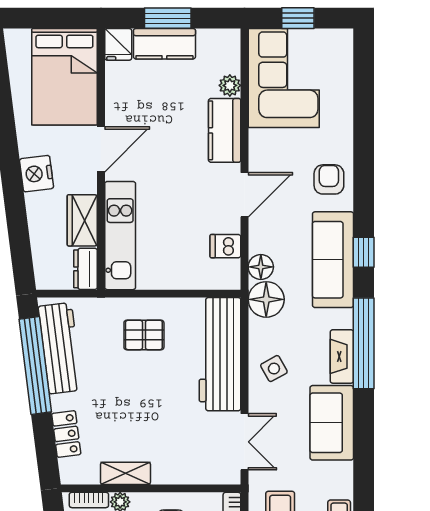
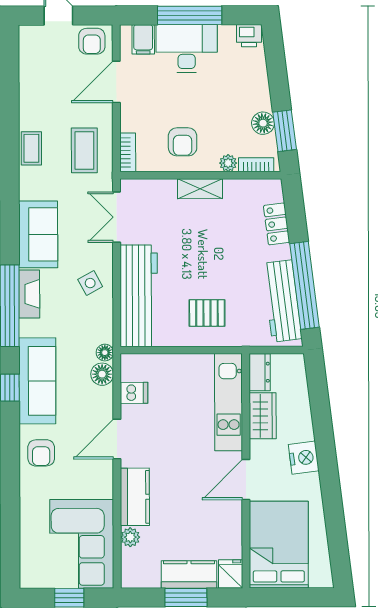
floor lamp: (266, 299) -> (105, 353), width x0.53, depth x0.53
shelving: (125, 473) -> (200, 189), moved

